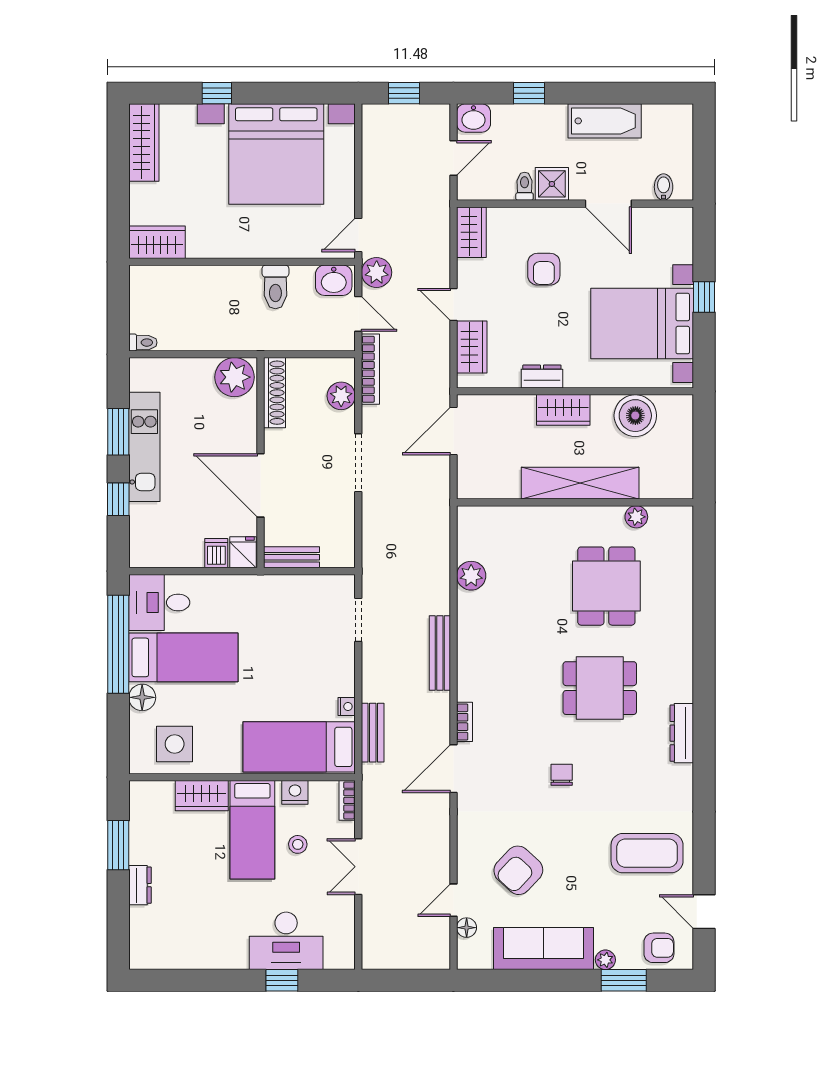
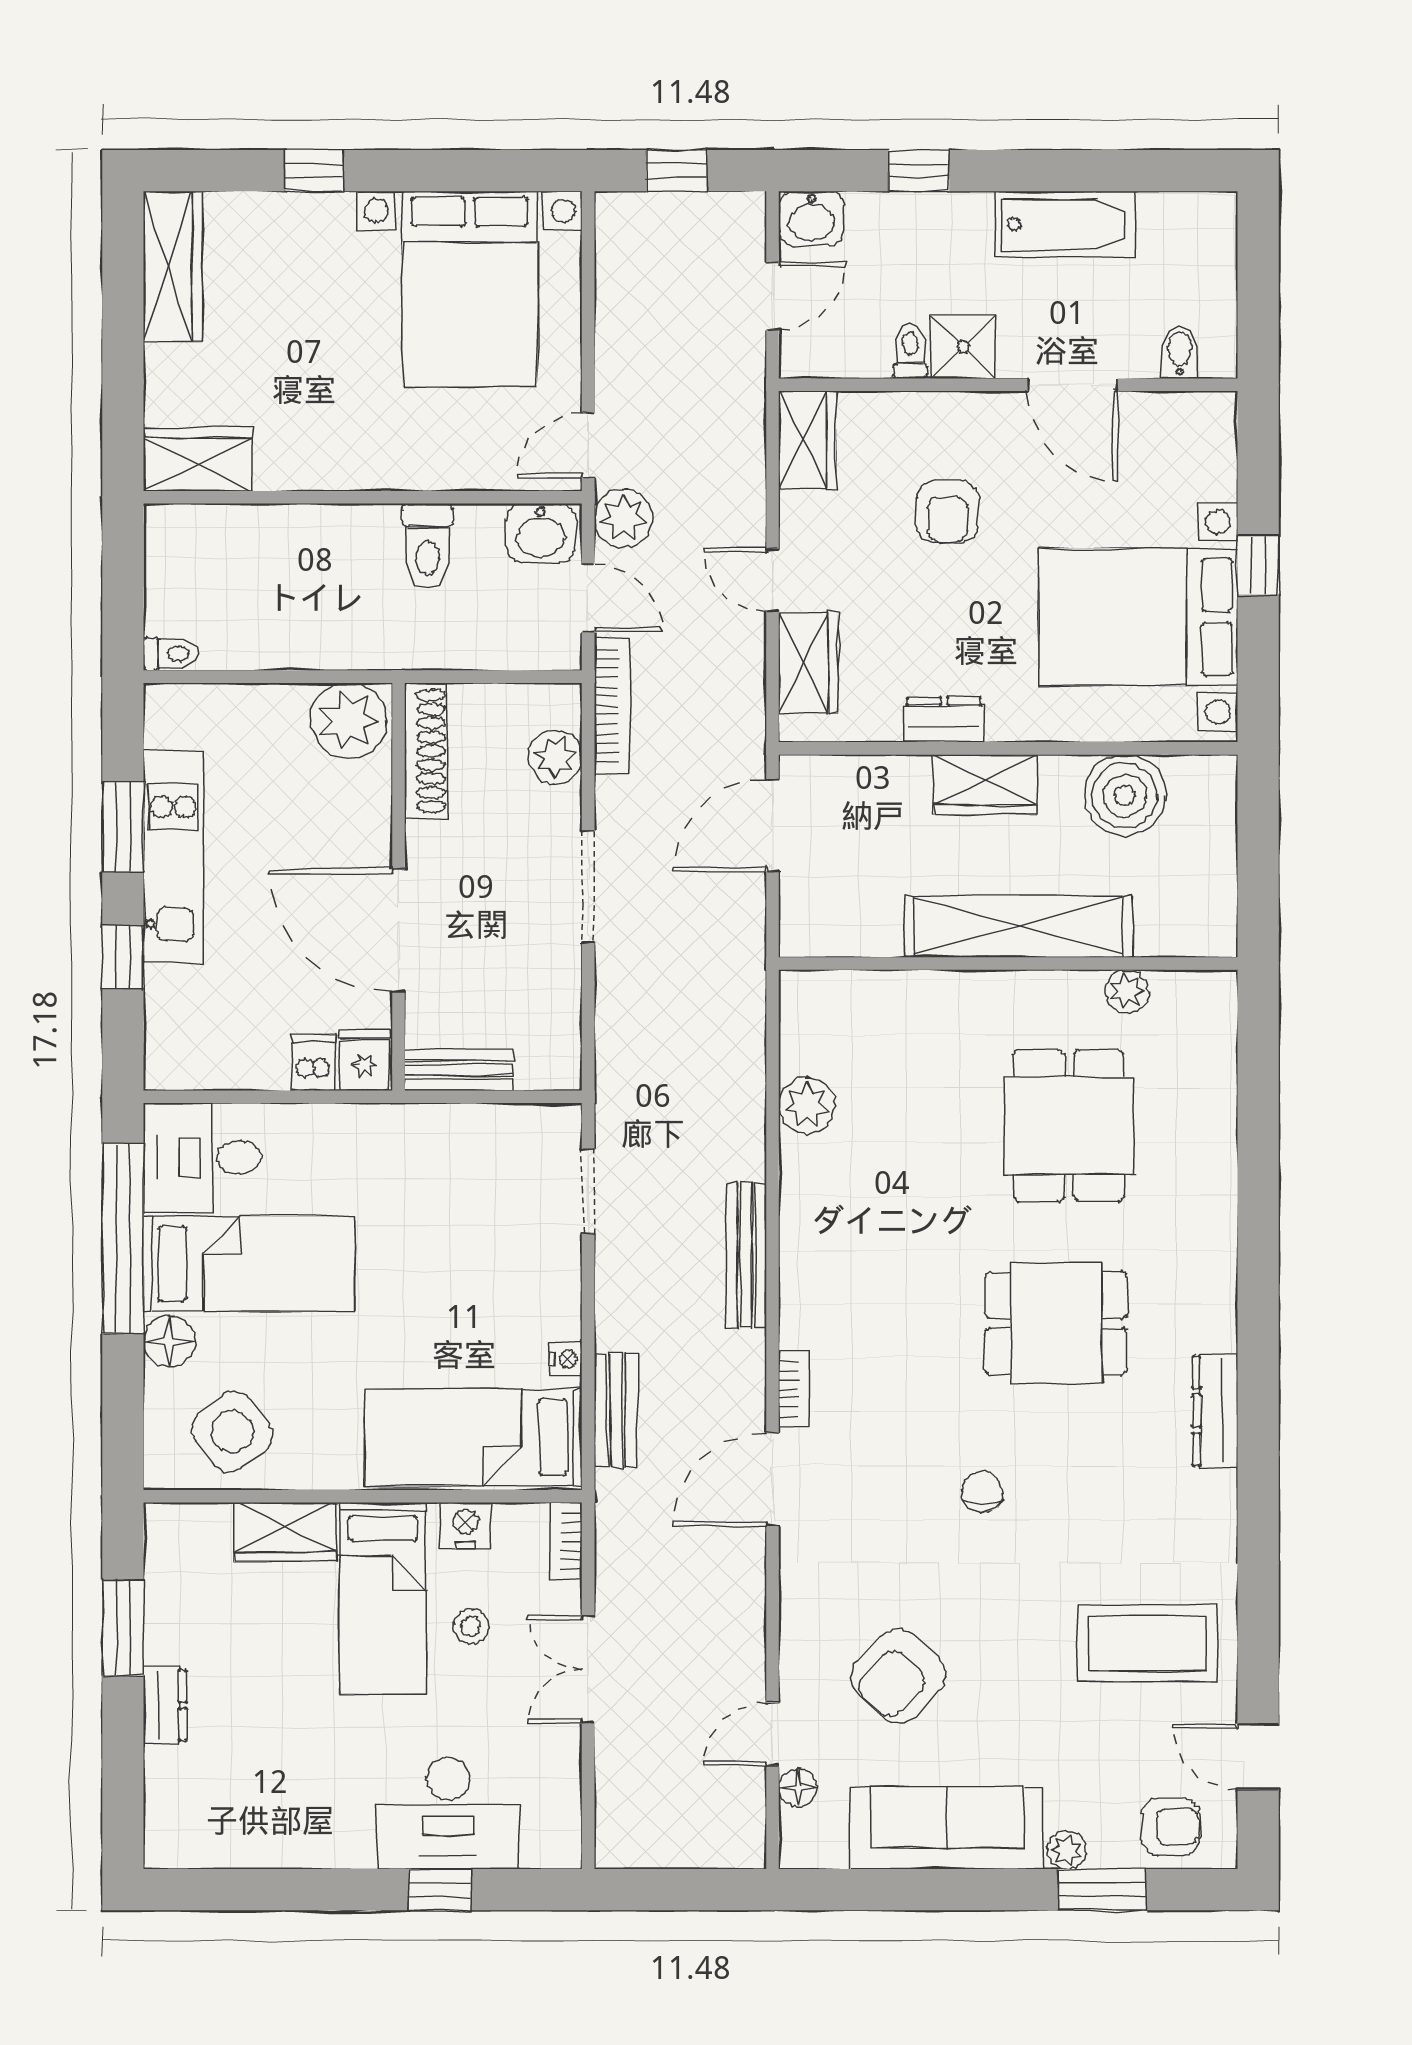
bed with nightstands: (276, 154) -> (470, 289), width x0.73
side table: (175, 744) -> (232, 1432), turned -38

